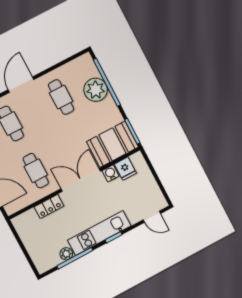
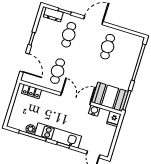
plant: (96, 90) -> (129, 60), removed
fridge: (125, 169) -> (114, 119), moved
locker: (49, 206) -> (32, 92), moved

